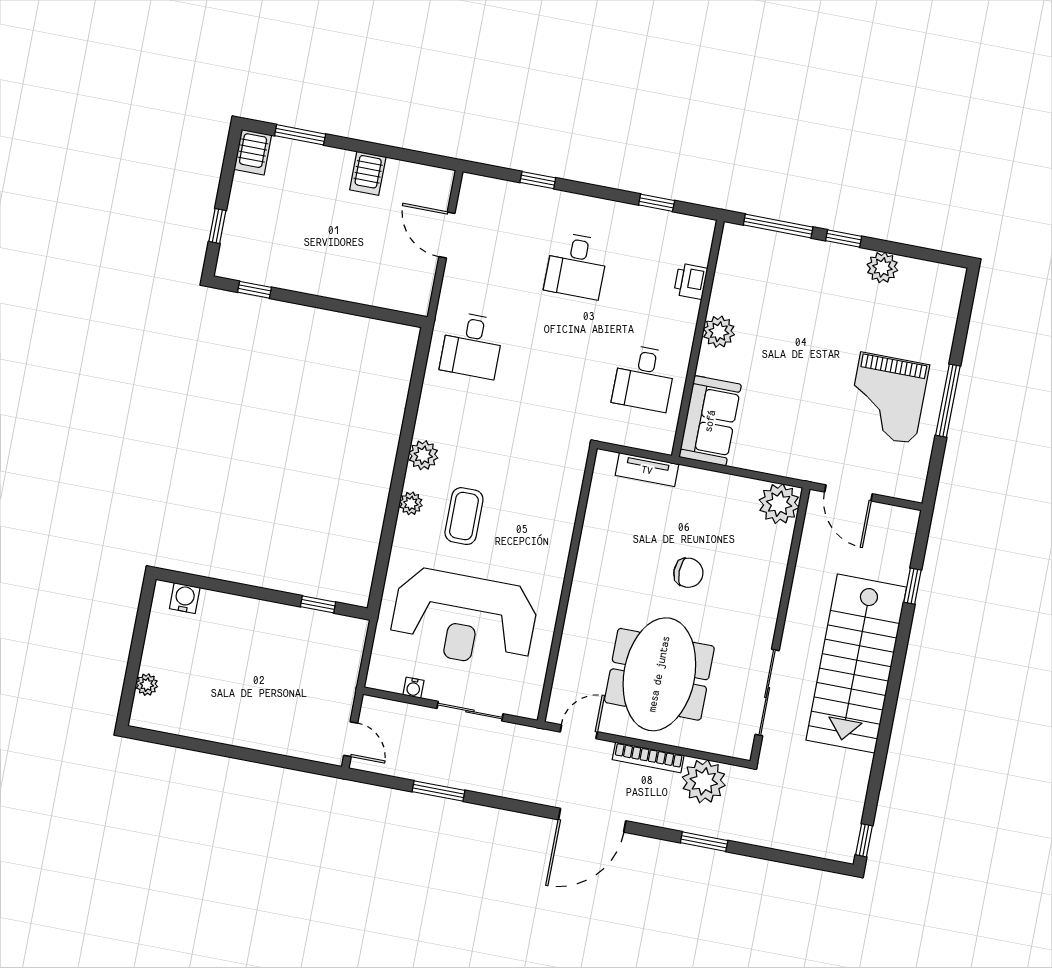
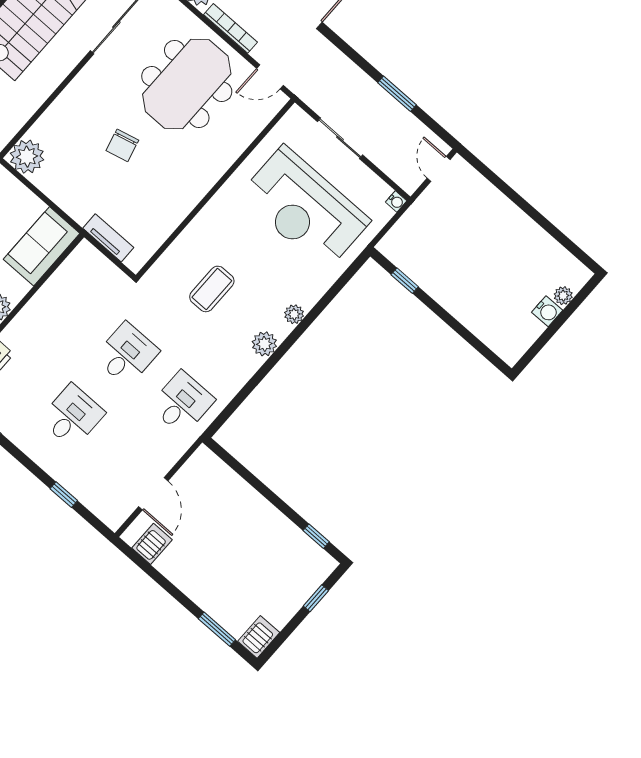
server rack: (368, 173) -> (152, 544), moved
desk: (644, 378) -> (127, 354), moved
coffee table: (464, 516) -> (212, 289), moved
chair: (688, 573) -> (122, 145), turned -104
water cooler: (185, 598) -> (547, 311), moved, turned -90
reception desk: (464, 618) -> (305, 208), turned 180
water cooler: (413, 688) -> (396, 201), moved, turned 90

